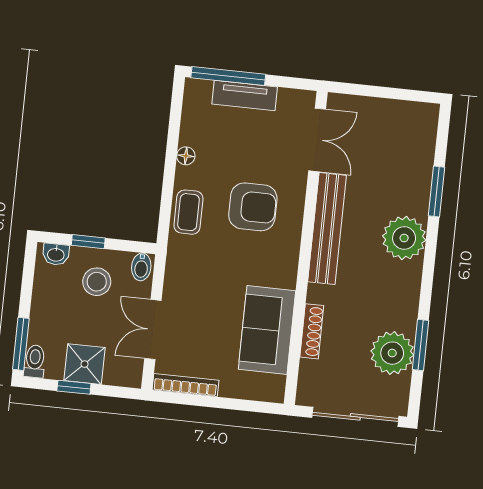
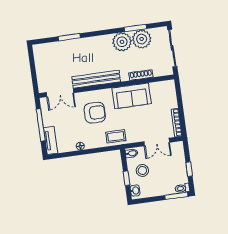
window: (228, 76) -> (41, 125), moved
tv unit: (245, 95) -> (51, 140), moved
double door: (317, 140) -> (60, 93), swing flipped
armchair: (253, 207) -> (95, 113), turned 90
coffee table: (188, 212) -> (116, 136), moved
plant: (404, 238) -> (122, 42), moved
sofa: (267, 330) -> (132, 96), moved
shower: (85, 364) -> (178, 167), removed

